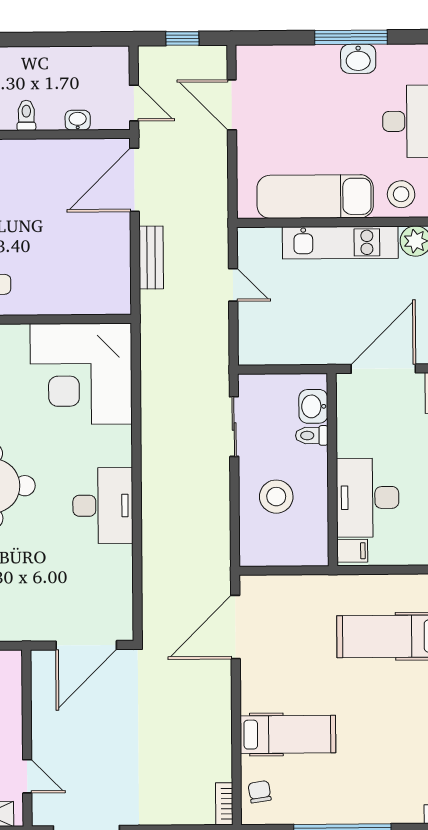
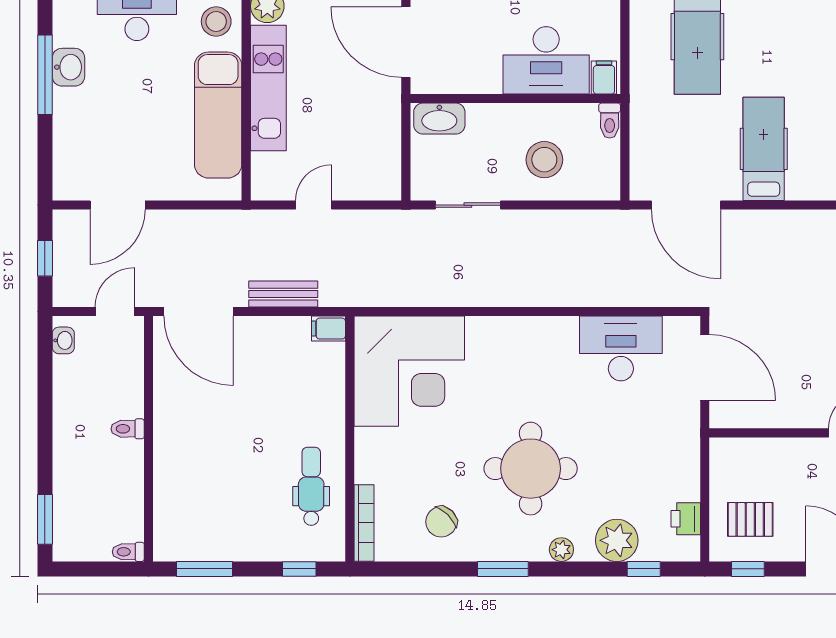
washbasin: (78, 120) -> (63, 340), moved, turned 180
filing cabinet: (120, 299) -> (328, 329), added
washbasin: (313, 406) -> (439, 119), width x1.38
toilet: (312, 435) -> (610, 121), moved
desk: (103, 506) -> (621, 348), moved
hospital bed: (288, 734) -> (764, 149), moved

